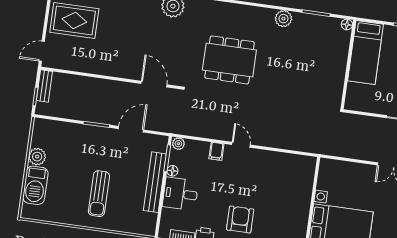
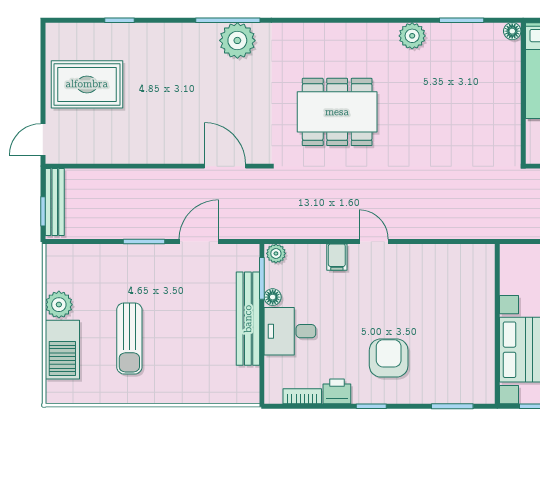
bench: (44, 86) -> (55, 202), width x1.36
sun lounger: (99, 194) -> (129, 338), moved

